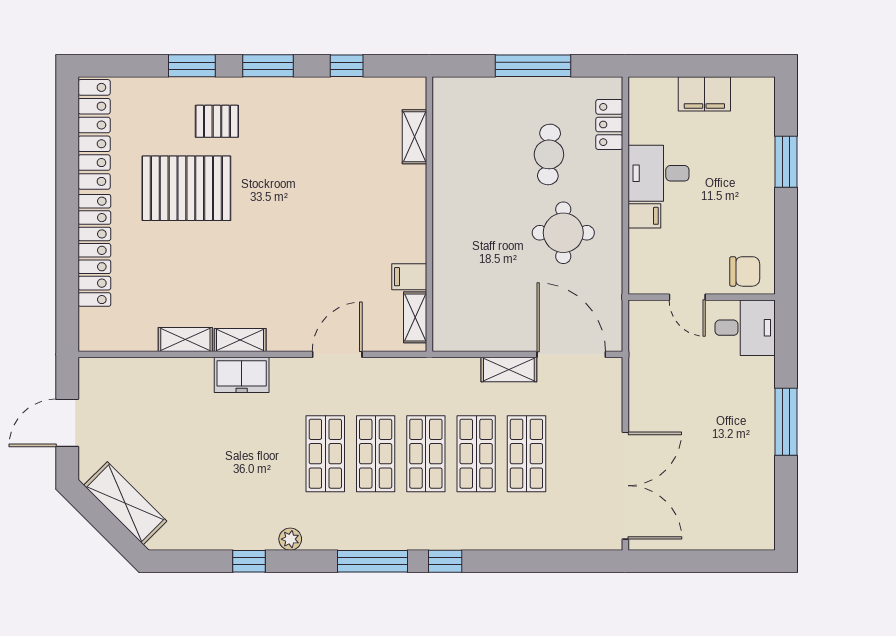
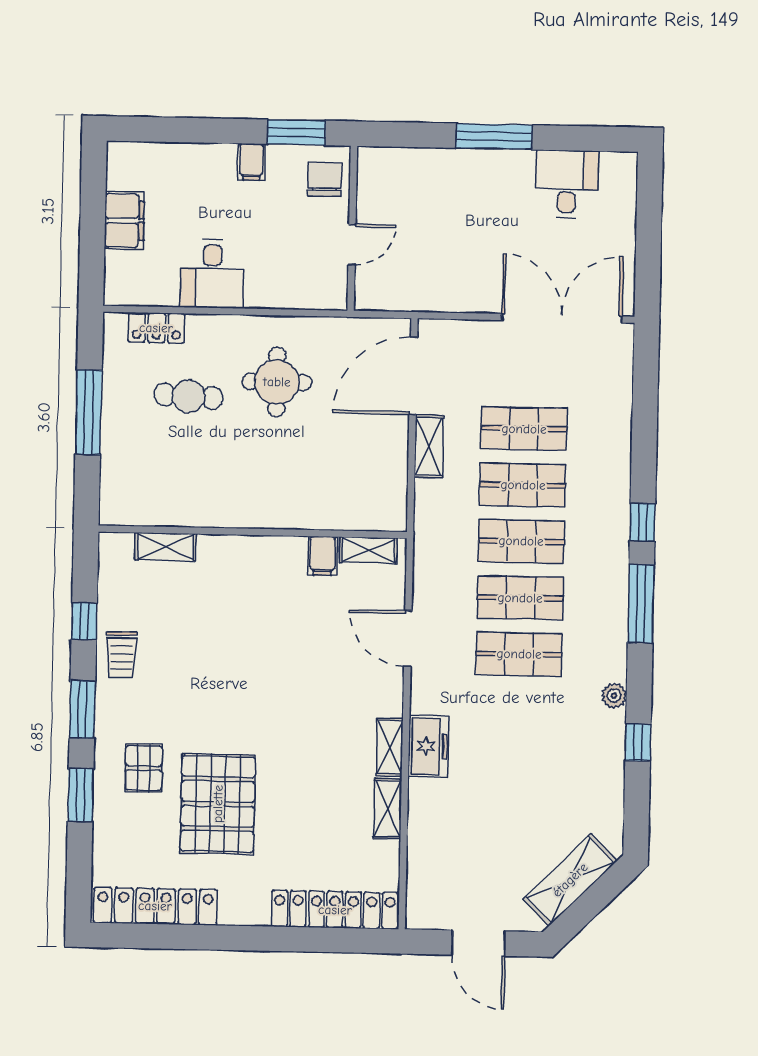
trolley: (318, 100) -> (122, 655), added
window: (786, 162) -> (296, 132), moved
filing cabinet: (644, 216) -> (252, 162), moved, turned 180
locker: (94, 250) -> (335, 910), moved
desk: (745, 328) -> (567, 184), moved

